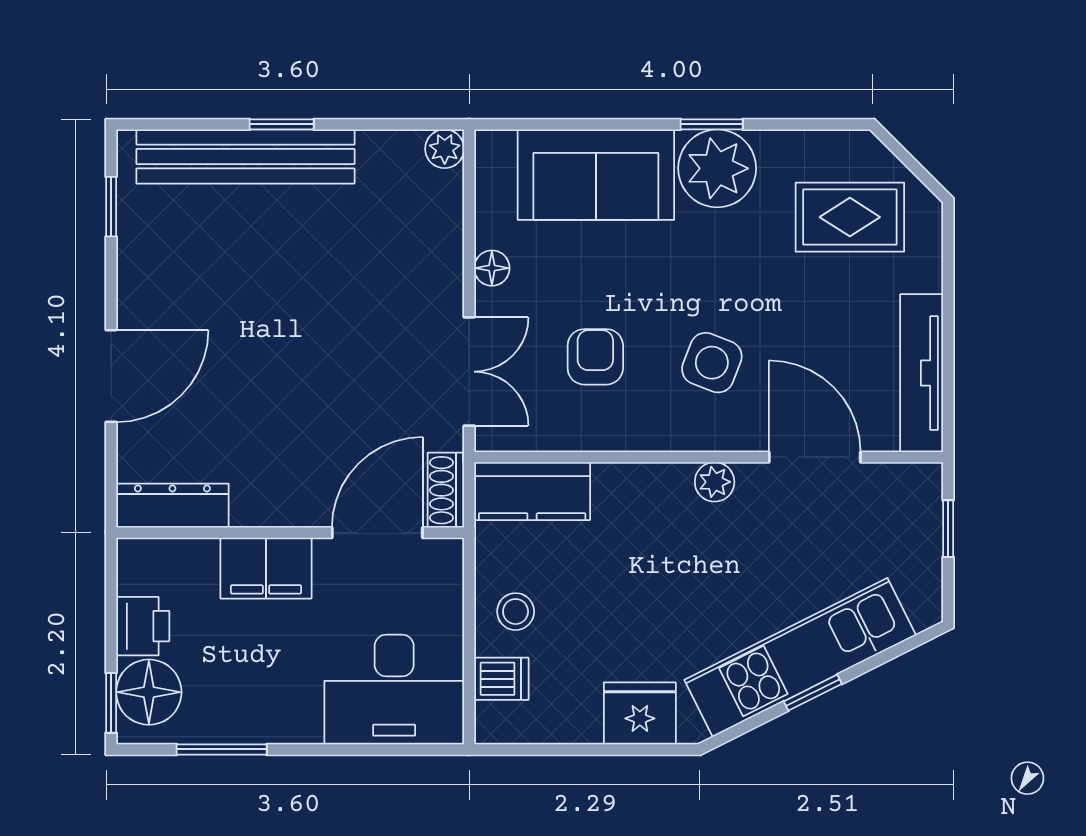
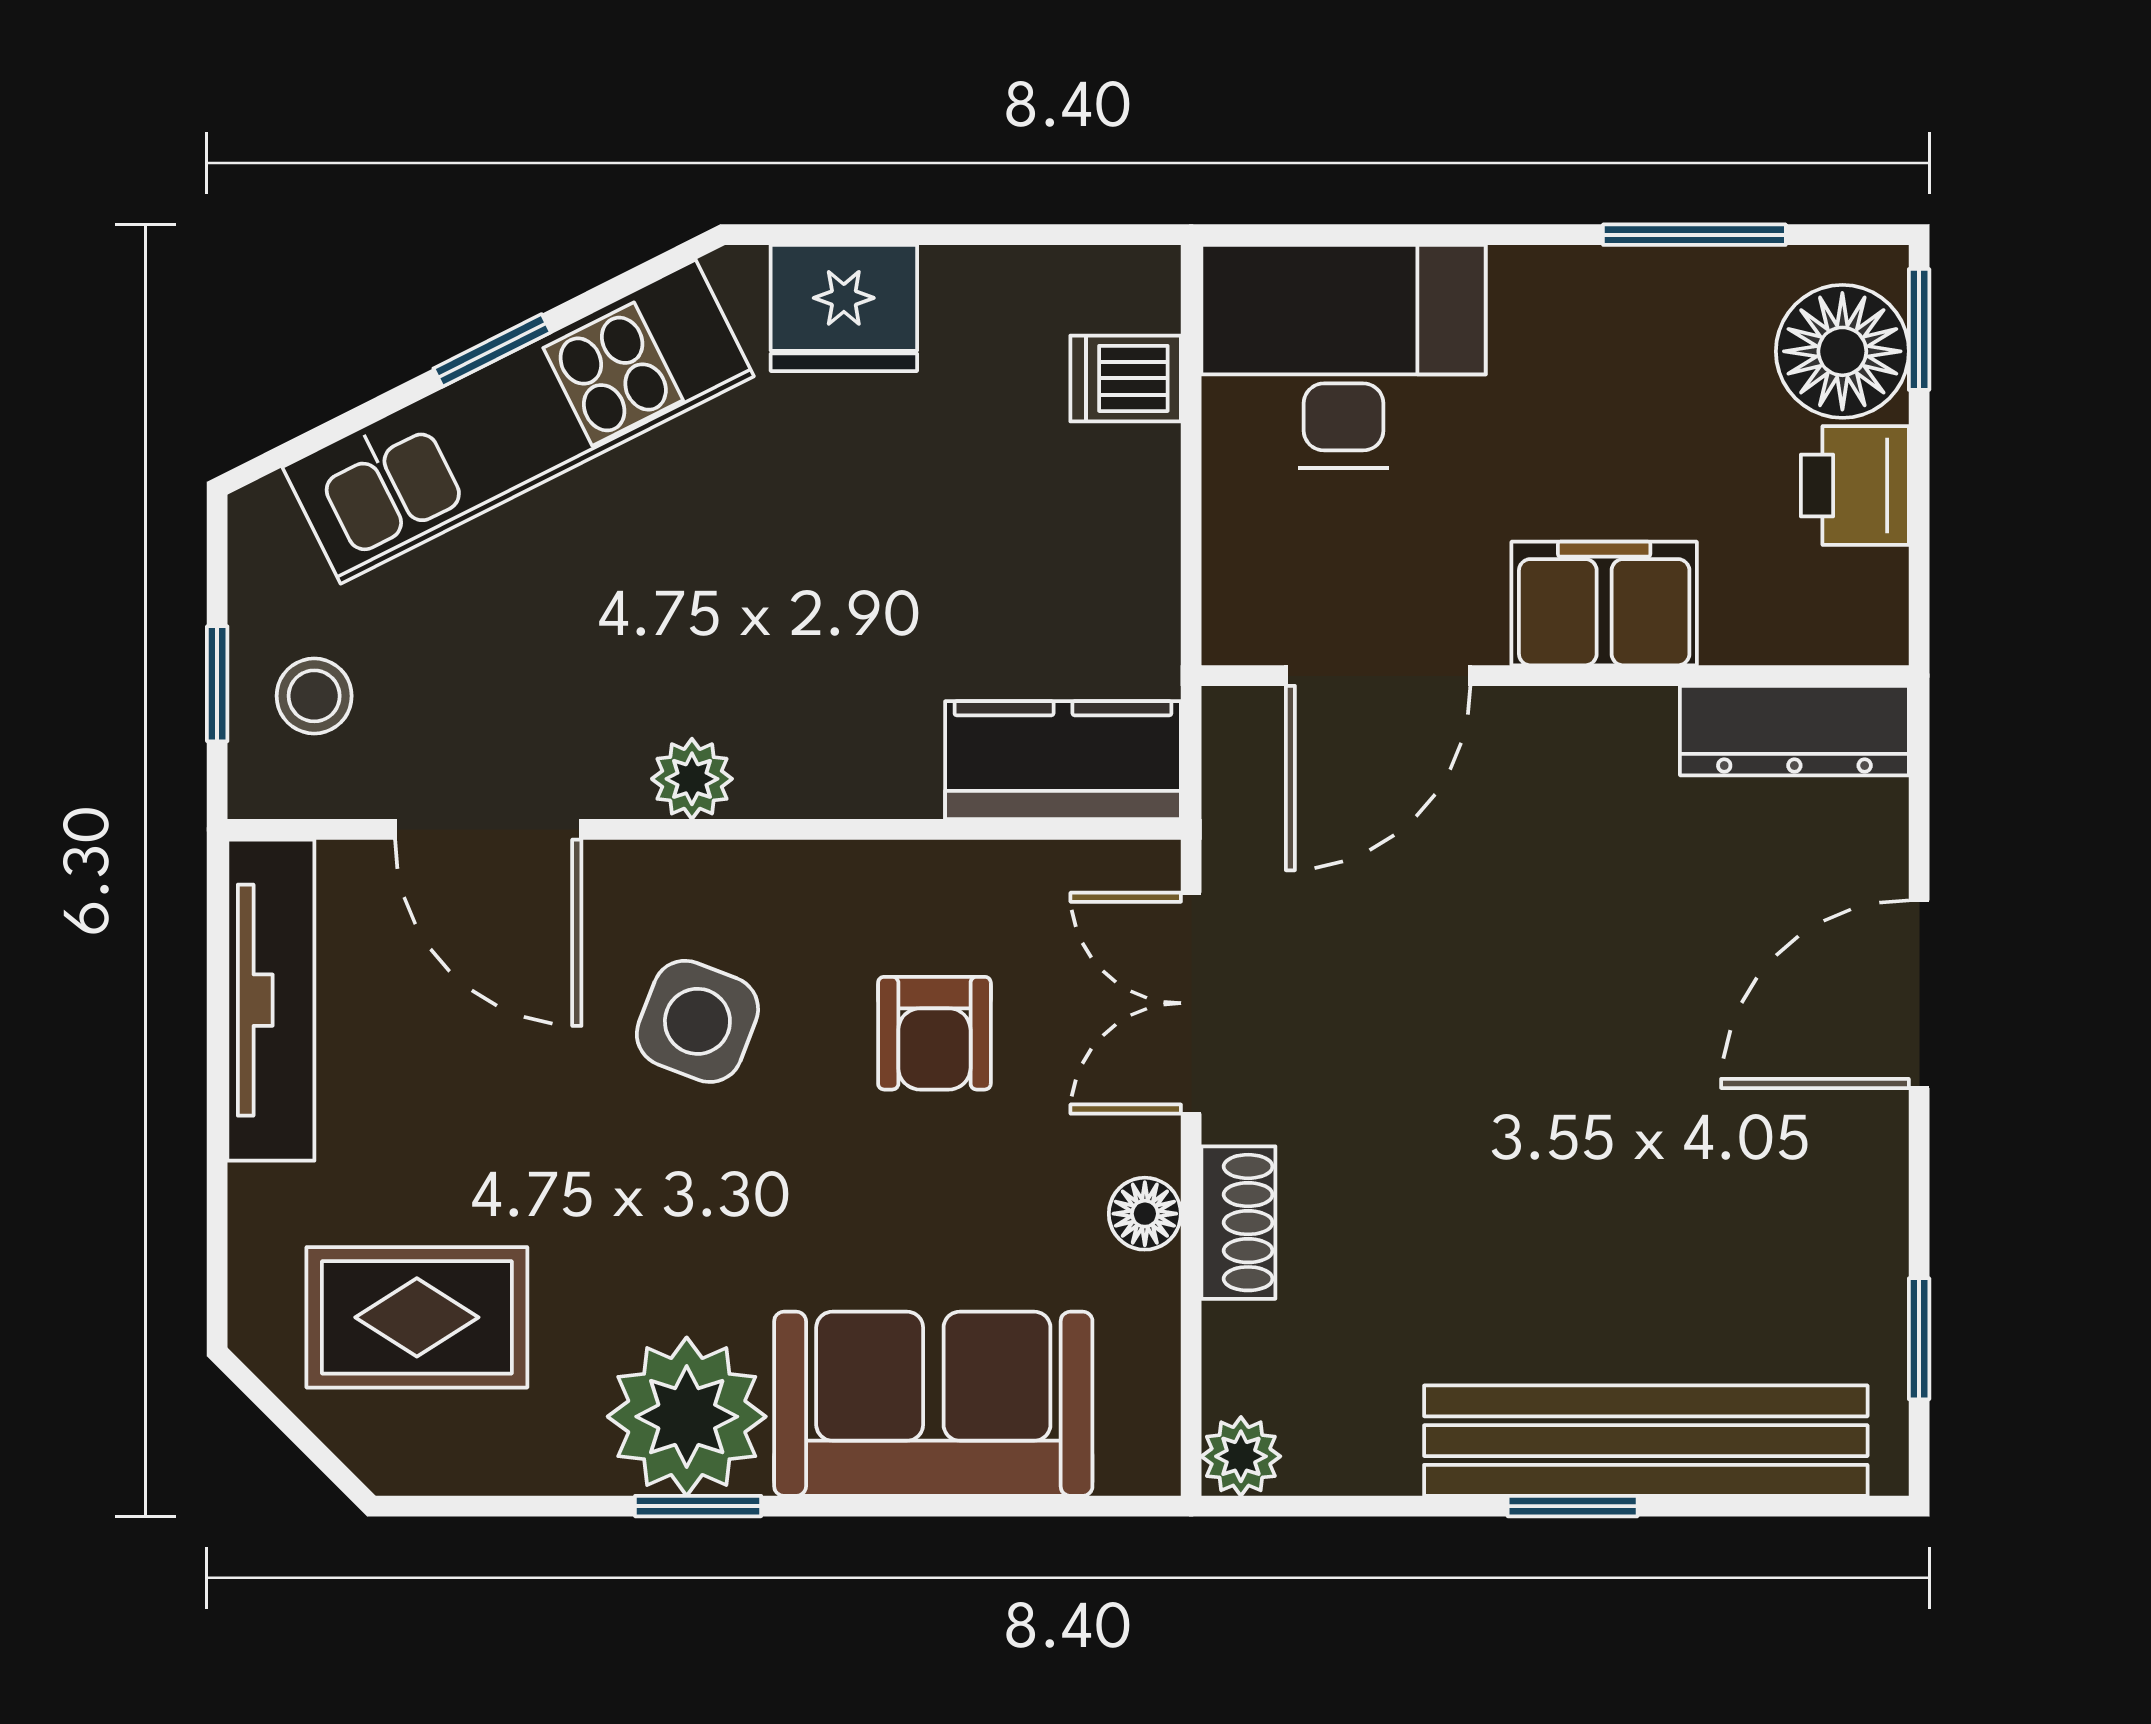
shoe rack: (446, 490) -> (1238, 1223), moved
stool: (516, 612) -> (314, 696), moved

